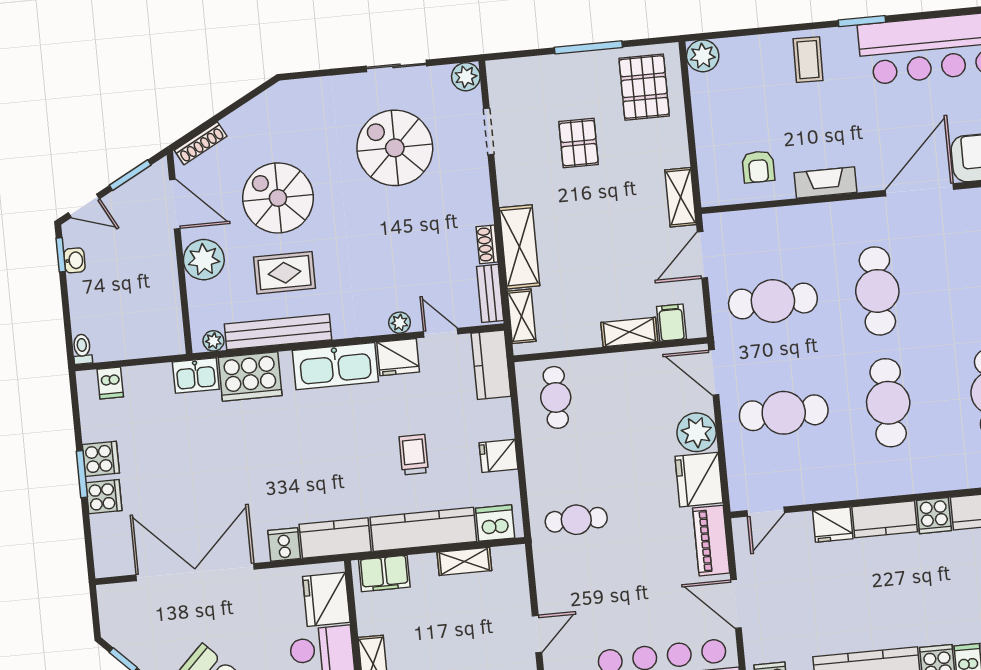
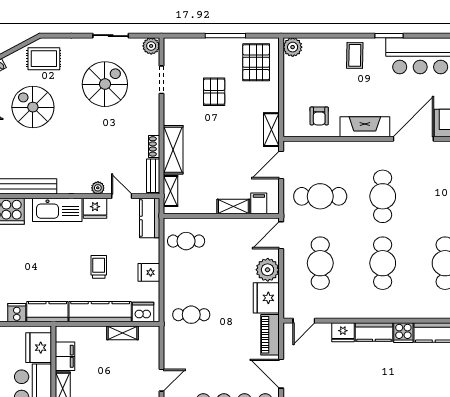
spiral stairs: (395, 148) -> (105, 84), turned 90
fireplace: (826, 183) -> (365, 127), width x1.37, depth x1.32
rug: (285, 273) -> (44, 59), moved
door: (714, 372) -> (281, 235), hinge flipped
cafe table: (556, 397) -> (186, 241), turned 90
cafe table: (784, 413) -> (320, 263), turned 90
filing cabinet: (384, 573) -> (65, 356), moved, turned -90

